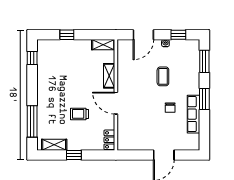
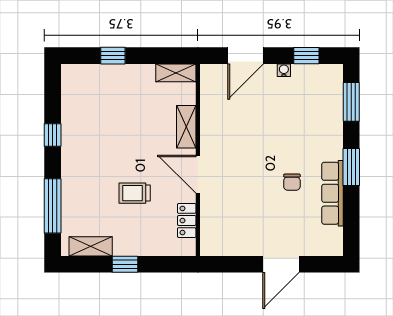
window: (32, 58) -> (53, 135), moved
coffee table: (163, 76) -> (280, 128), removed
locker: (109, 140) -> (187, 220), moved

